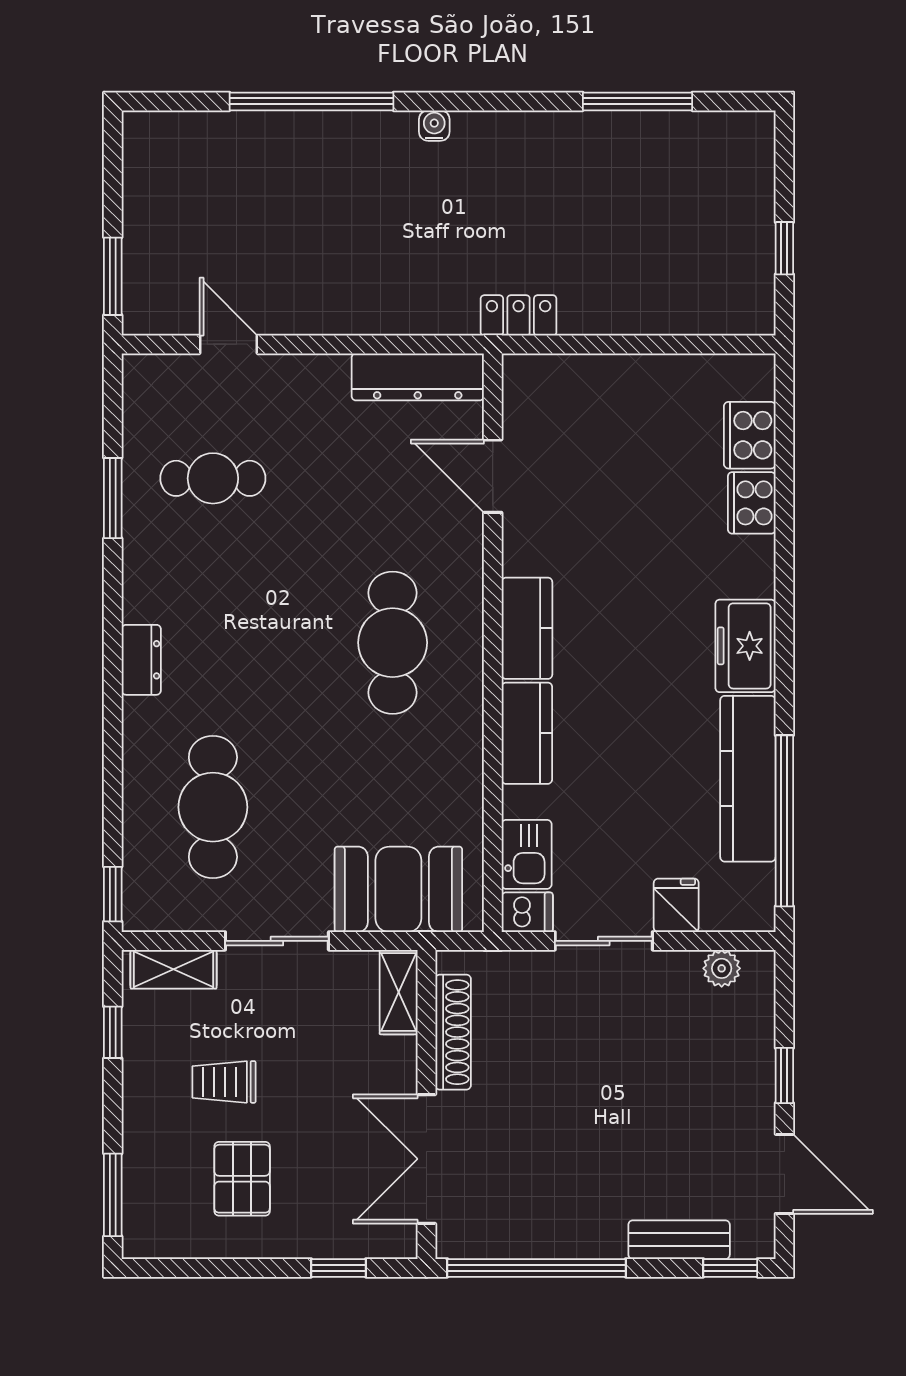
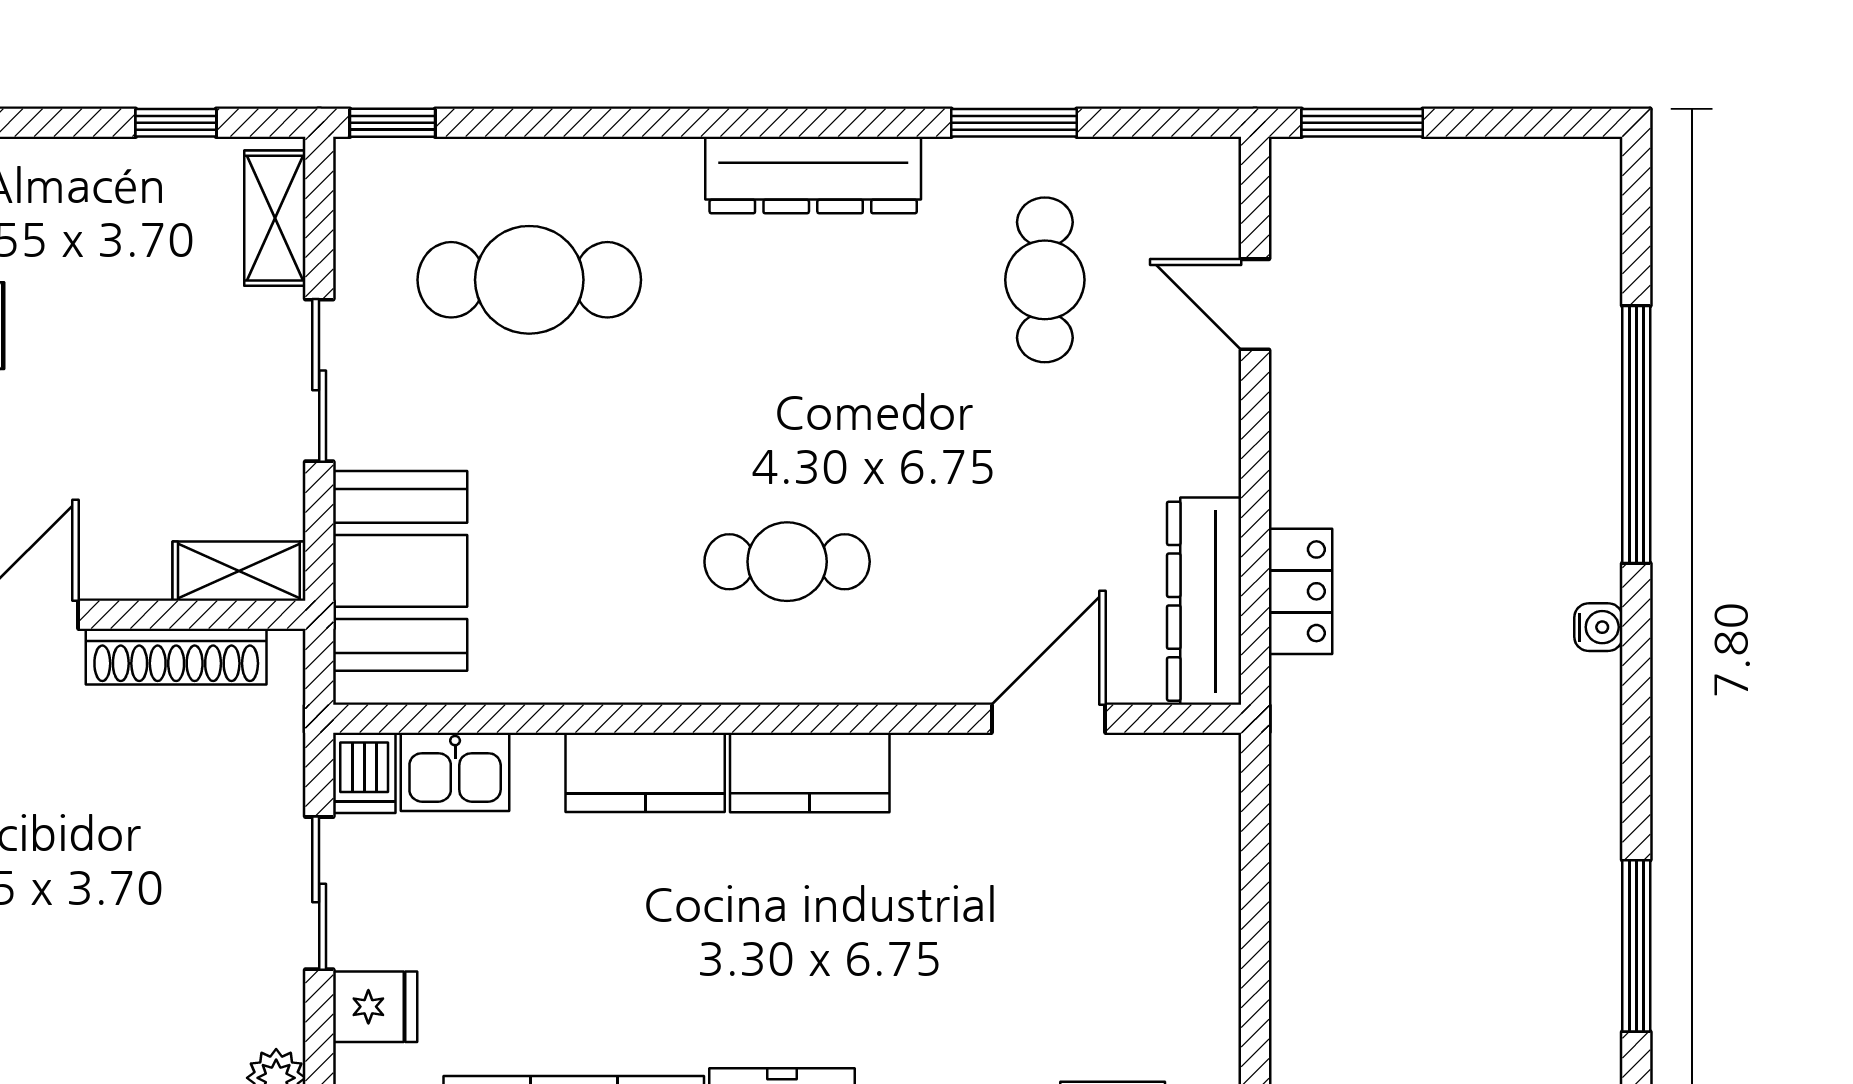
locker: (519, 315) -> (1301, 591), moved
door: (228, 344) -> (1255, 304), swing flipped
cafe table: (393, 643) -> (787, 562), width x0.73, depth x0.74
dresser: (141, 660) -> (813, 175), width x1.96, depth x1.24
trolley: (224, 1082) -> (98, 297), removed

